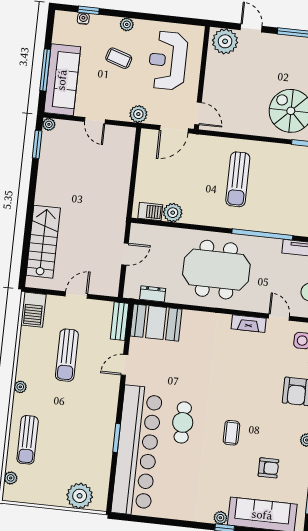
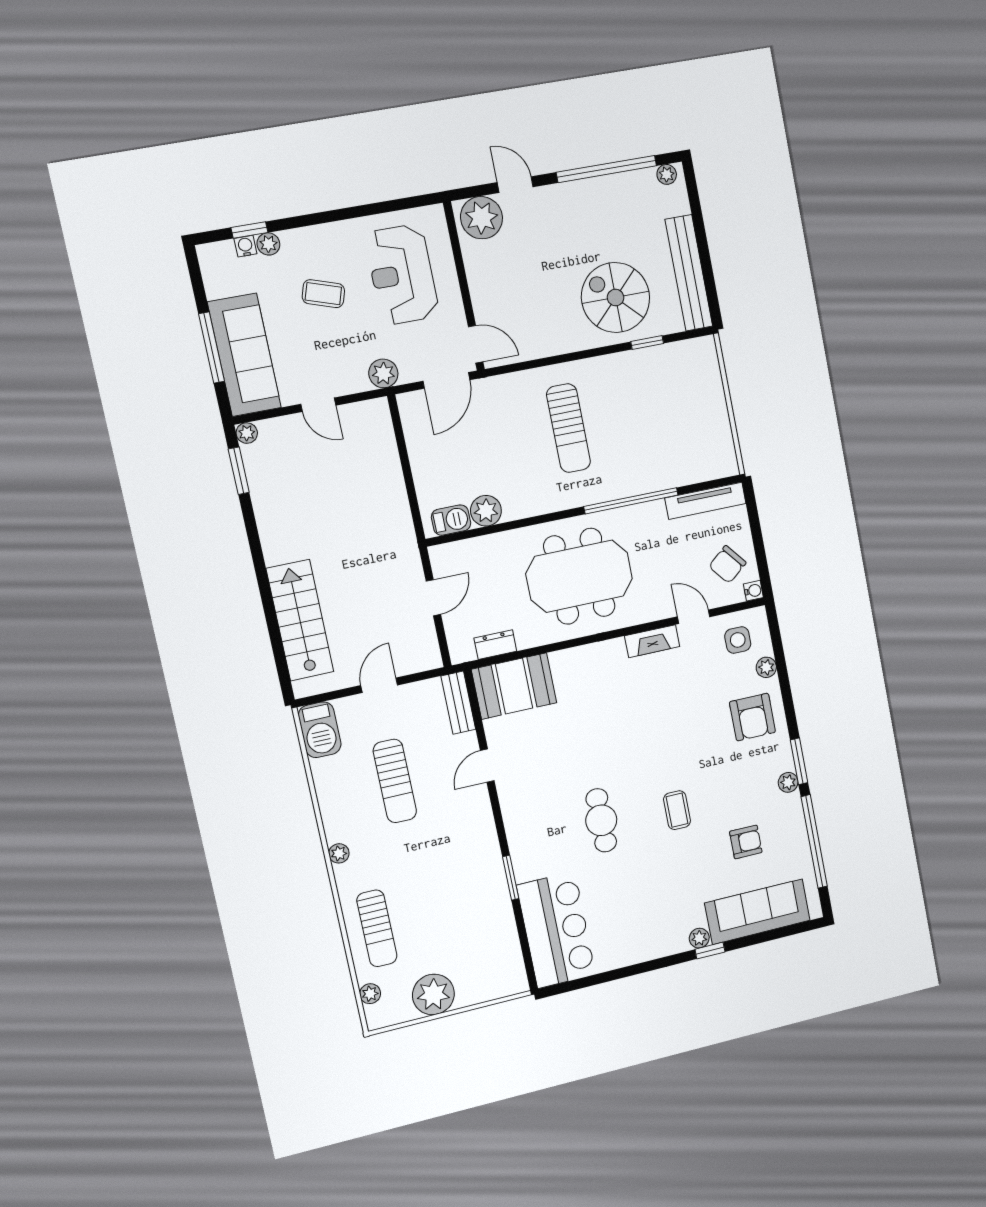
plant: (127, 24) -> (268, 244), moved
bar counter: (137, 451) -> (556, 930), width x0.54
plant: (80, 496) -> (433, 994), moved

